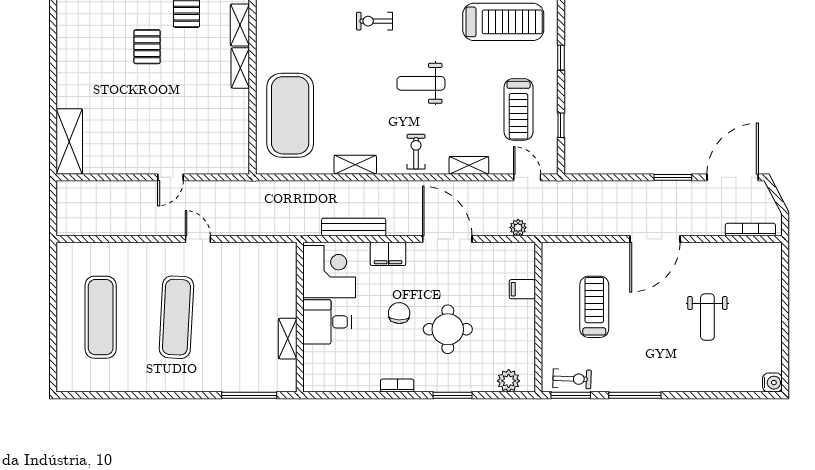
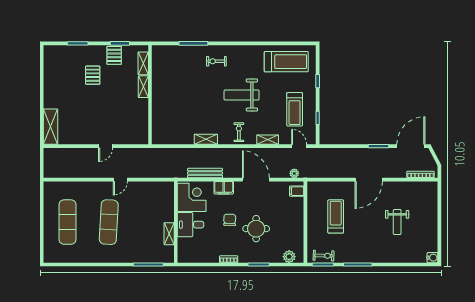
weight bench: (421, 83) -> (242, 95), width x1.36, depth x1.33
exercise mat: (290, 115) -> (170, 112), removed
door: (198, 239) -> (120, 180), swing flipped
filing cabinet: (522, 289) -> (297, 191), moved

